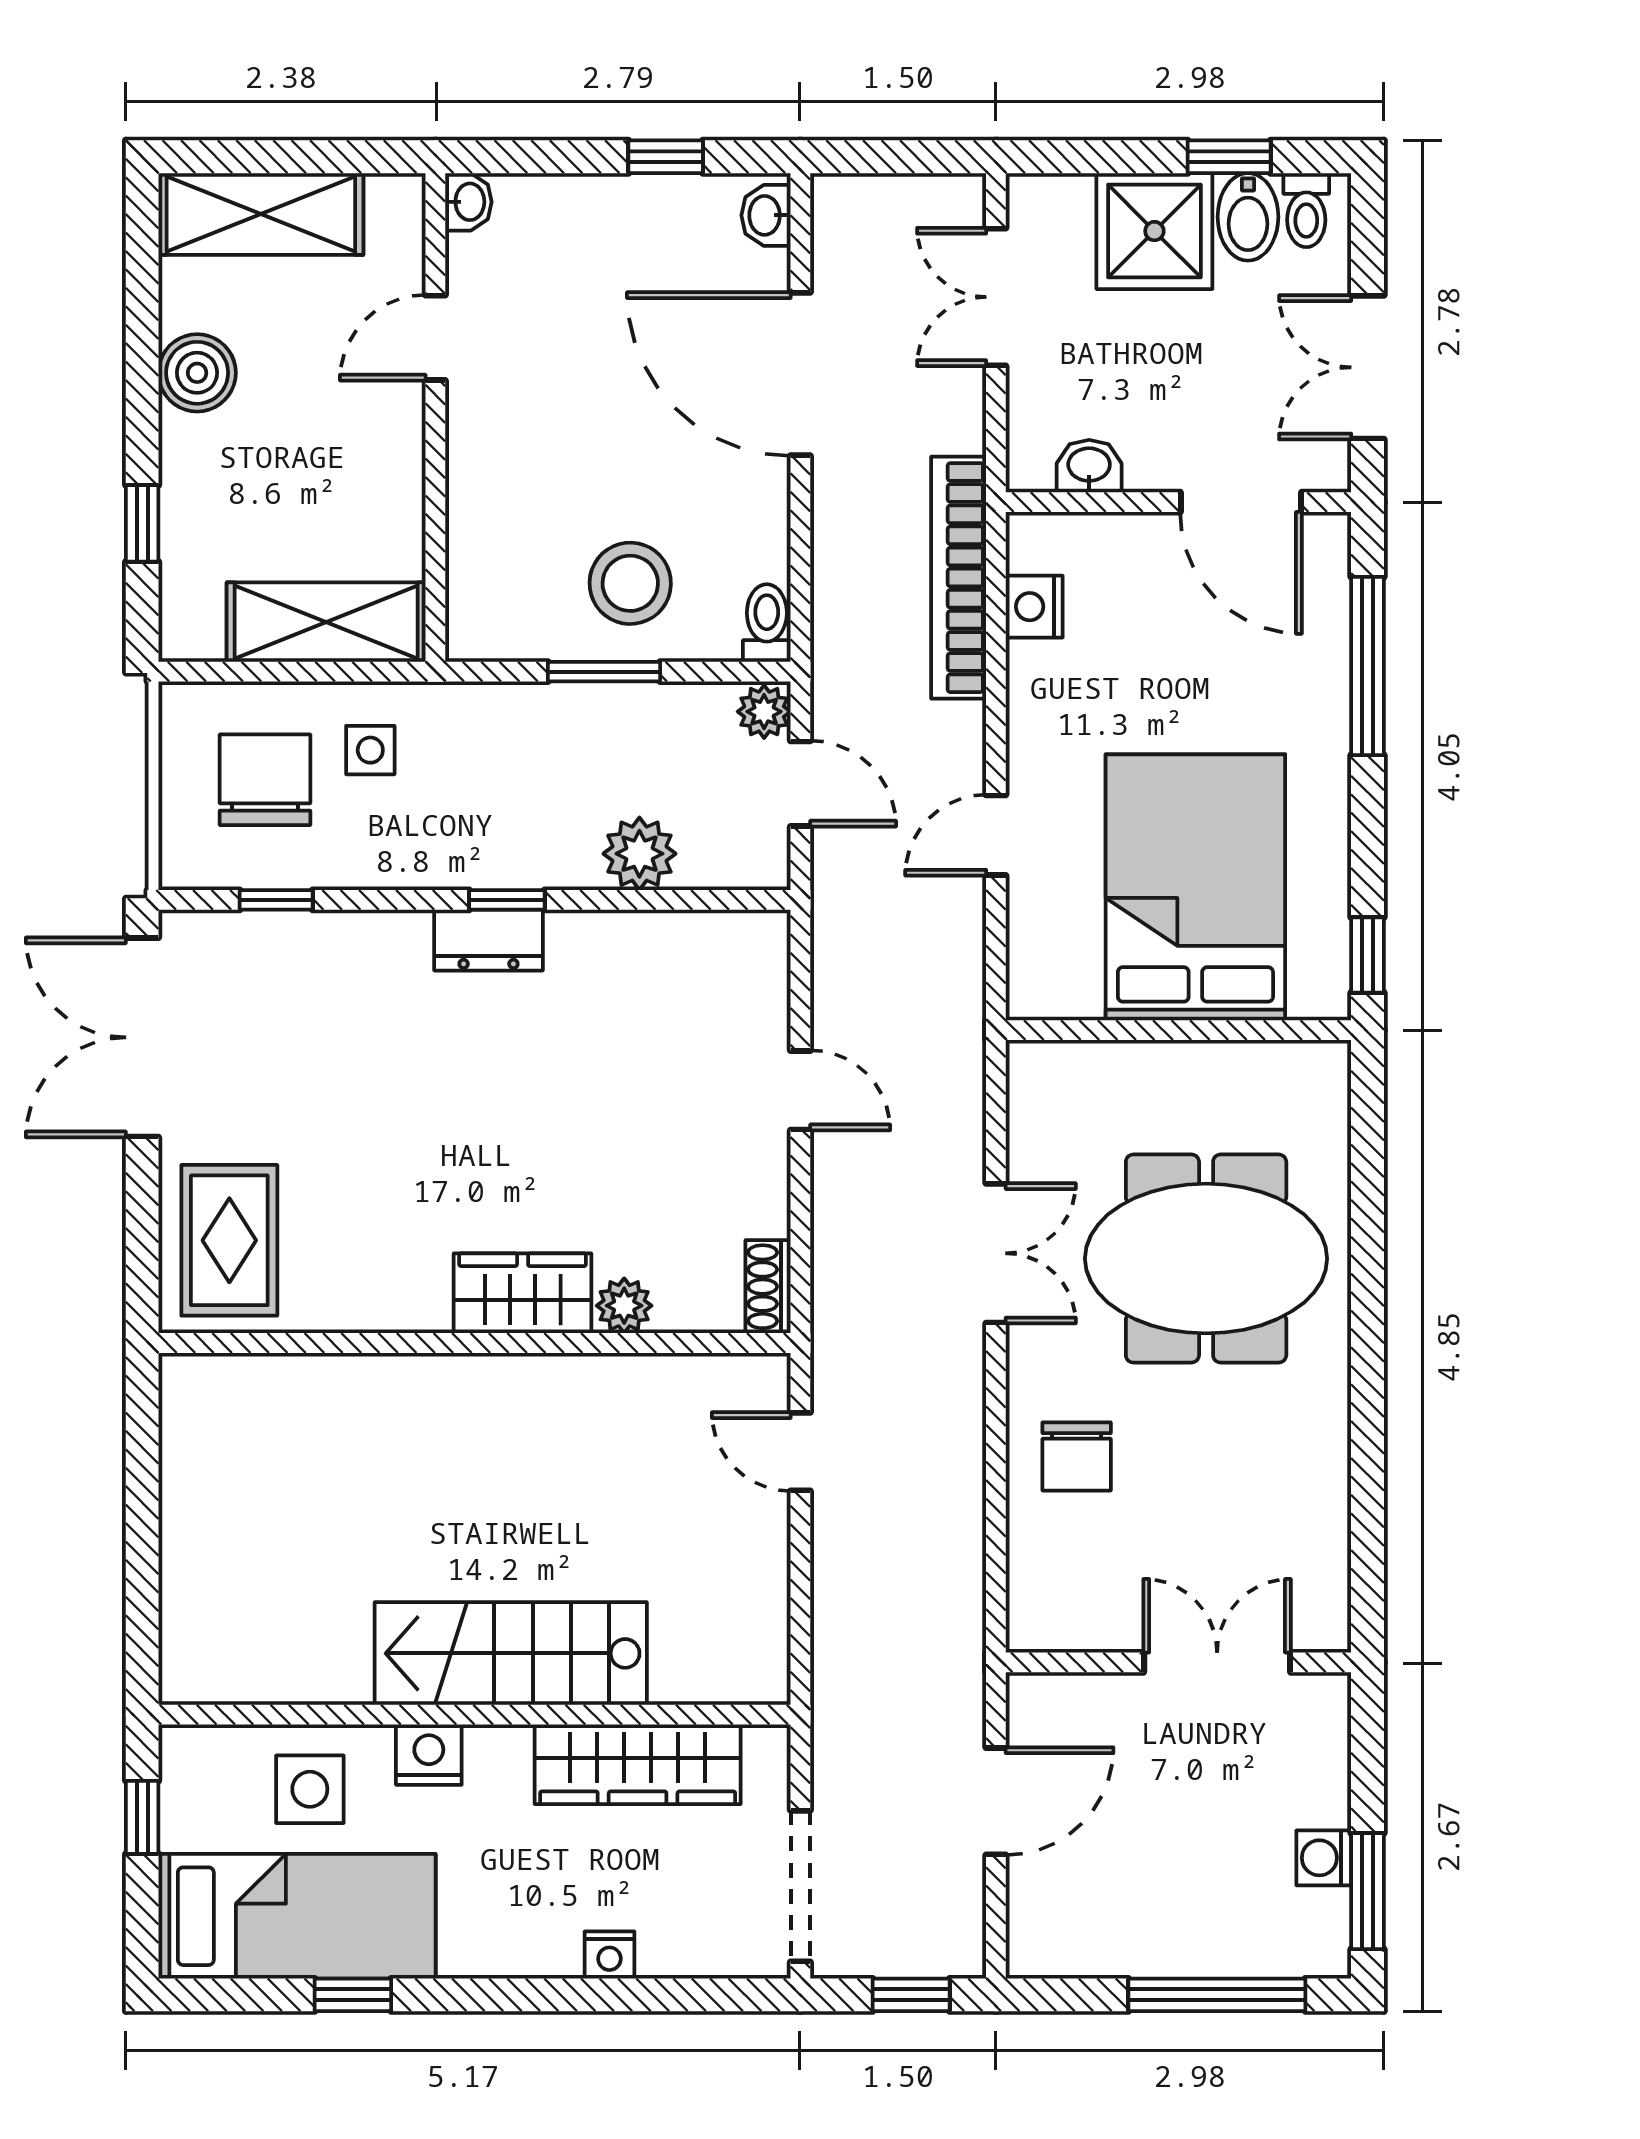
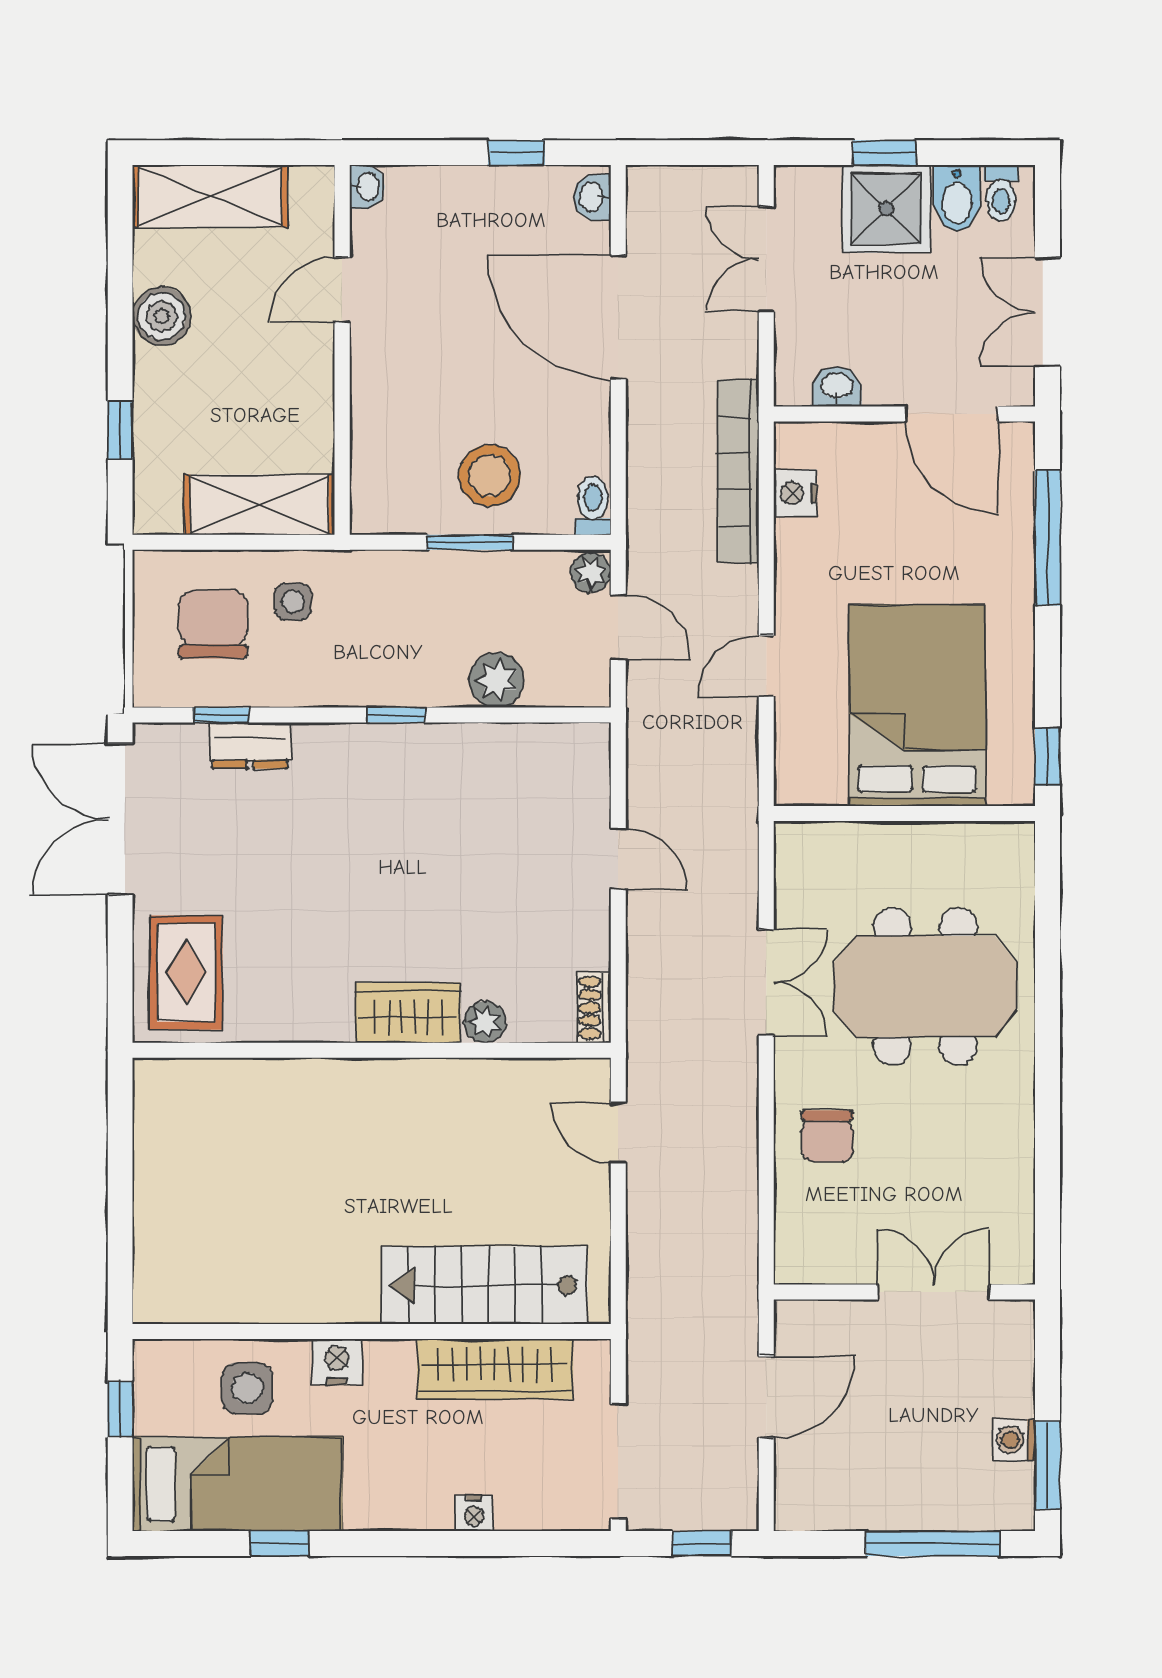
window: (1229, 157) -> (885, 153), moved
dresser: (488, 940) -> (250, 745), moved
stairs: (511, 1653) -> (485, 1285), moved

